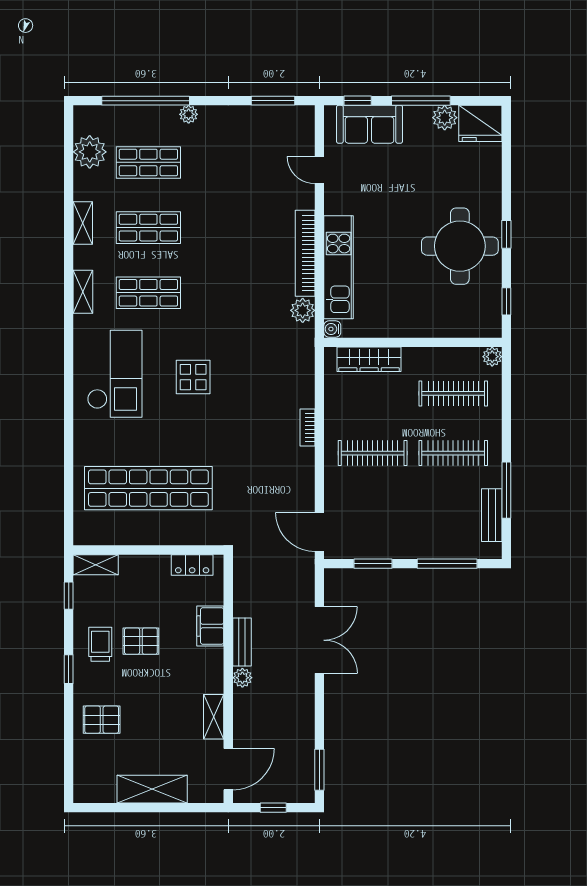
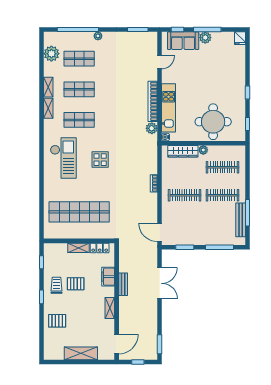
plant: (445, 118) -> (205, 38), moved
fridge: (480, 123) -> (240, 38), width x0.53, depth x0.75
door: (319, 170) -> (160, 62), swing flipped
round table: (460, 246) -> (213, 122), moved
shelving: (83, 292) -> (48, 108), moved
plant: (492, 357) -> (203, 150), moved
bench: (492, 515) -> (241, 220), width x1.36
shelving: (96, 565) -> (78, 248), moved
plant: (242, 678) -> (123, 301), removed
shelving: (214, 717) -> (110, 308), moved

